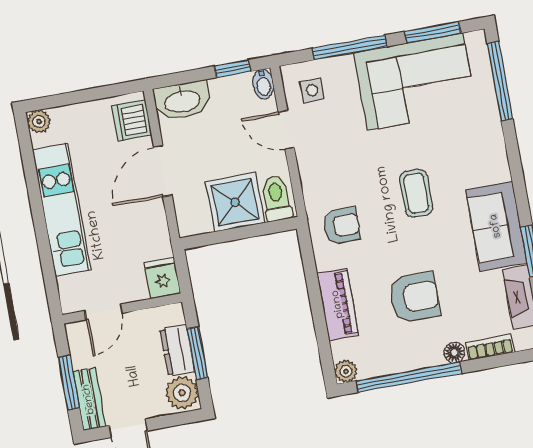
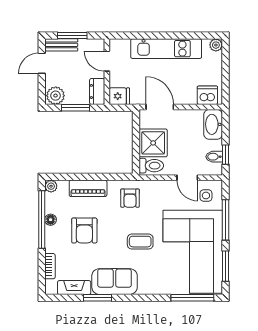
corner sofa: (415, 82) -> (193, 252), width x1.36, depth x1.36
bidet: (263, 84) -> (214, 157), moved
door: (286, 130) -> (187, 178), swing flipped
door: (163, 171) -> (160, 107), moved
dresser: (177, 350) -> (97, 91), moved, turned -90
floor lamp: (454, 352) -> (51, 220), moved

